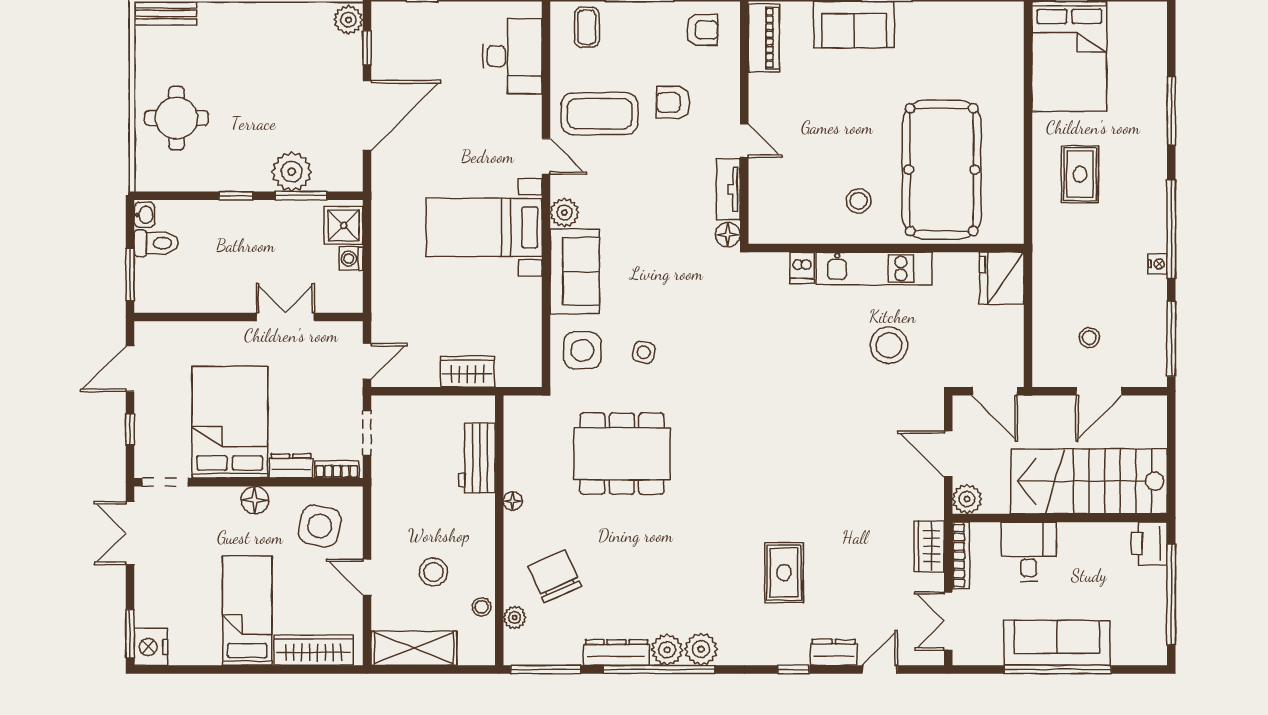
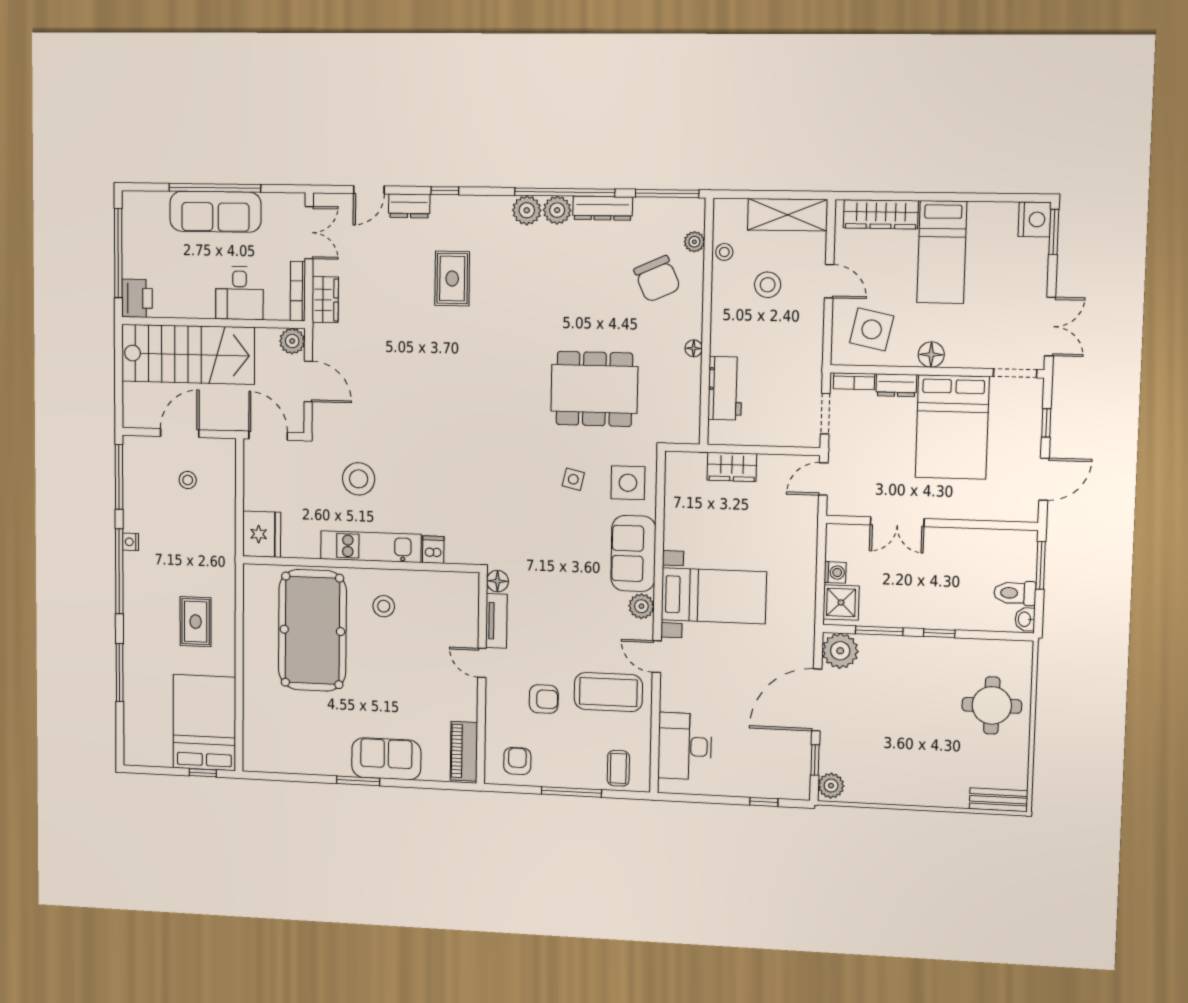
armchair: (702, 30) -> (517, 761), turned 90
plant: (292, 172) -> (840, 651), moved

